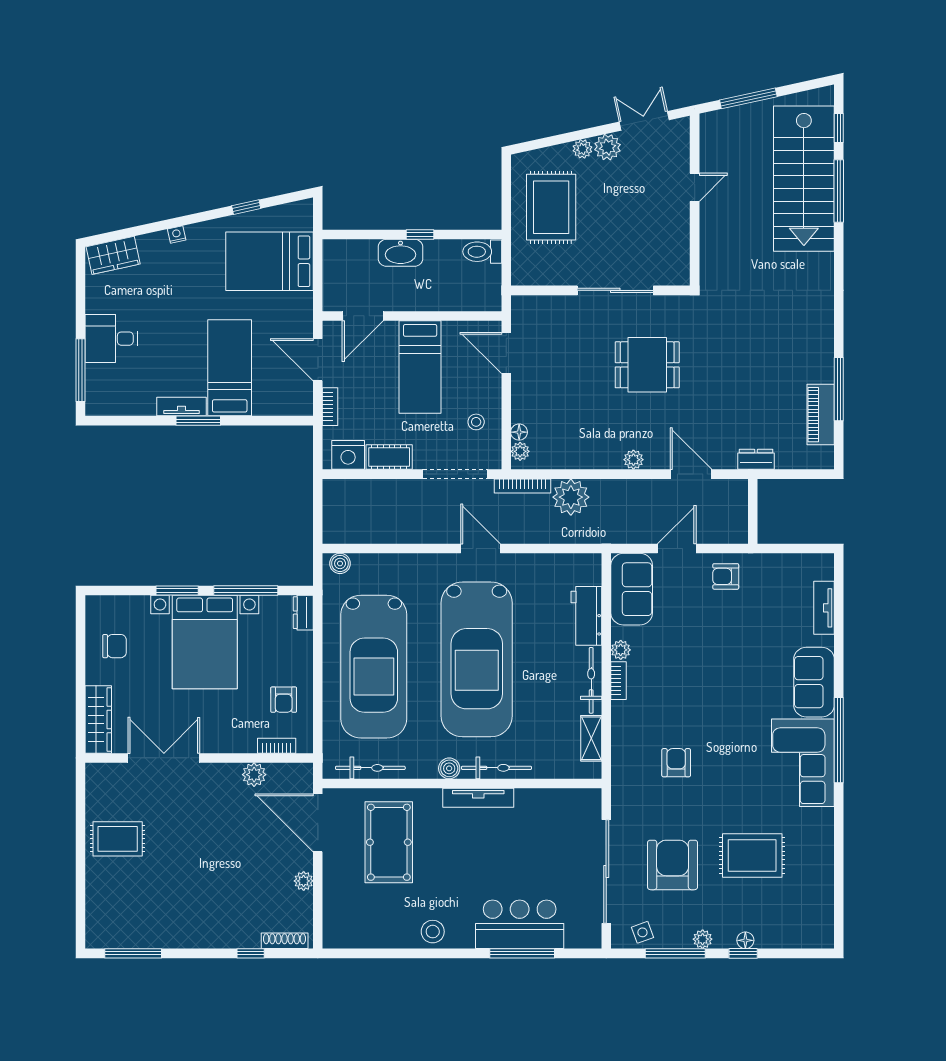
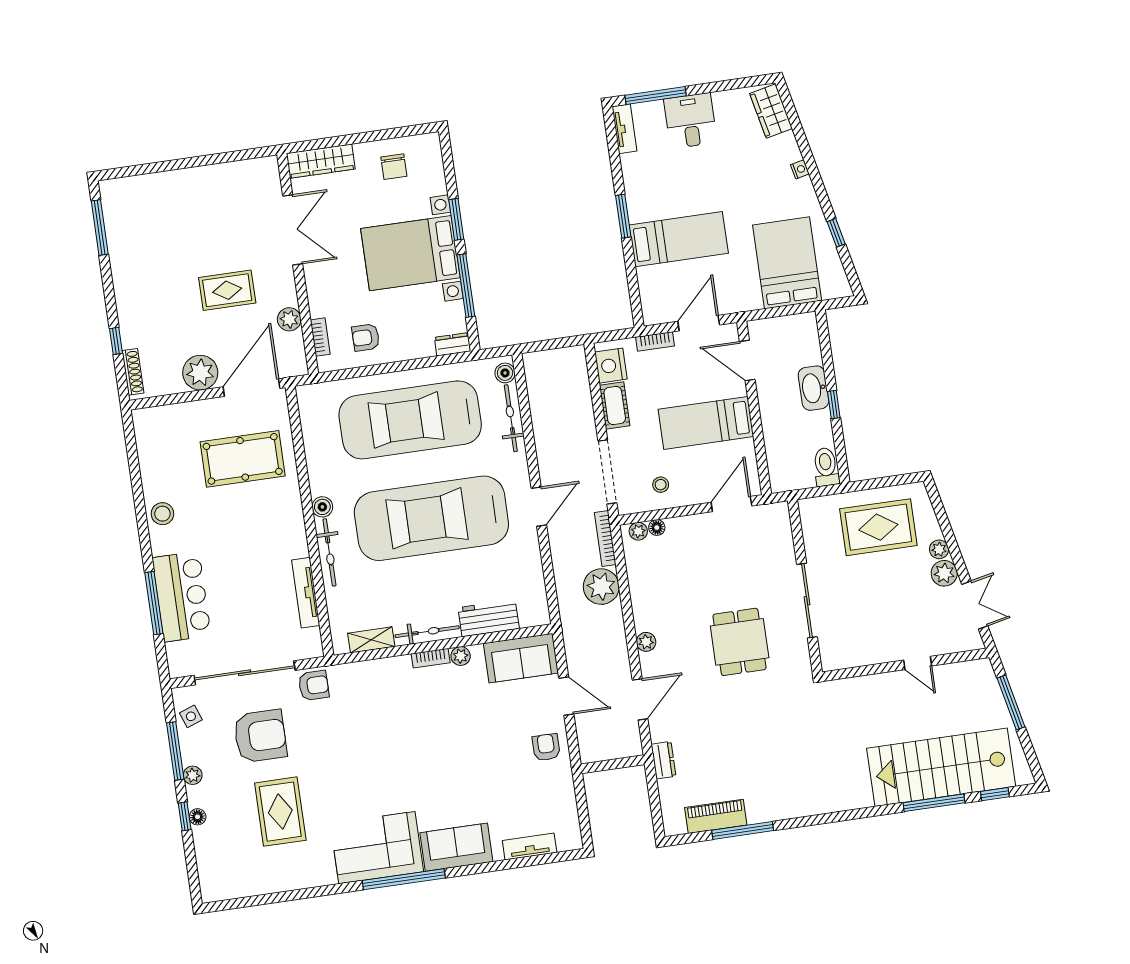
tv unit: (181, 407) -> (624, 129), moved
armchair: (676, 763) -> (314, 685), moved
bicycle: (370, 768) -> (511, 418), moved, turned 180
tv unit: (478, 798) -> (306, 593), moved
rug: (118, 839) -> (227, 290), moved, turned 90
plant: (304, 881) -> (200, 373), width x1.88, depth x1.88

